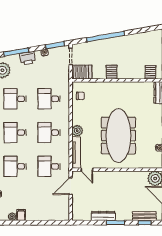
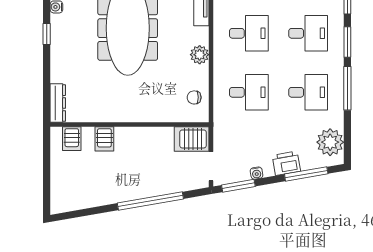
server rack: (112, 72) -> (104, 139), moved
plant: (77, 131) -> (200, 55), moved

